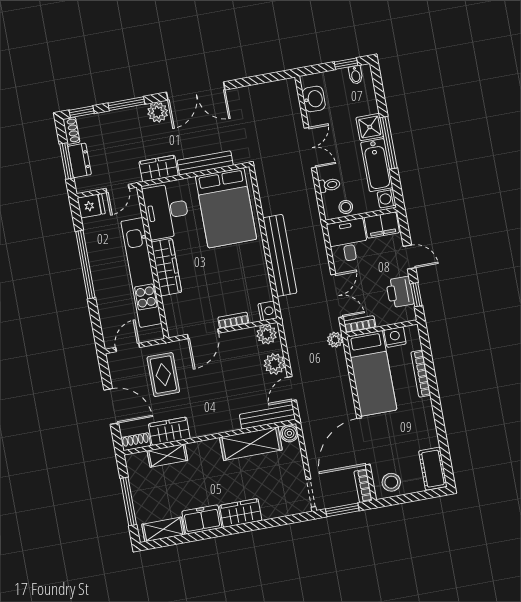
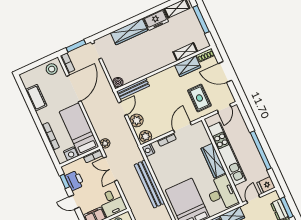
shelving: (251, 444) -> (139, 71), removed
cot: (433, 469) -> (36, 98), moved
wardrobe: (241, 513) -> (129, 32), width x1.50

